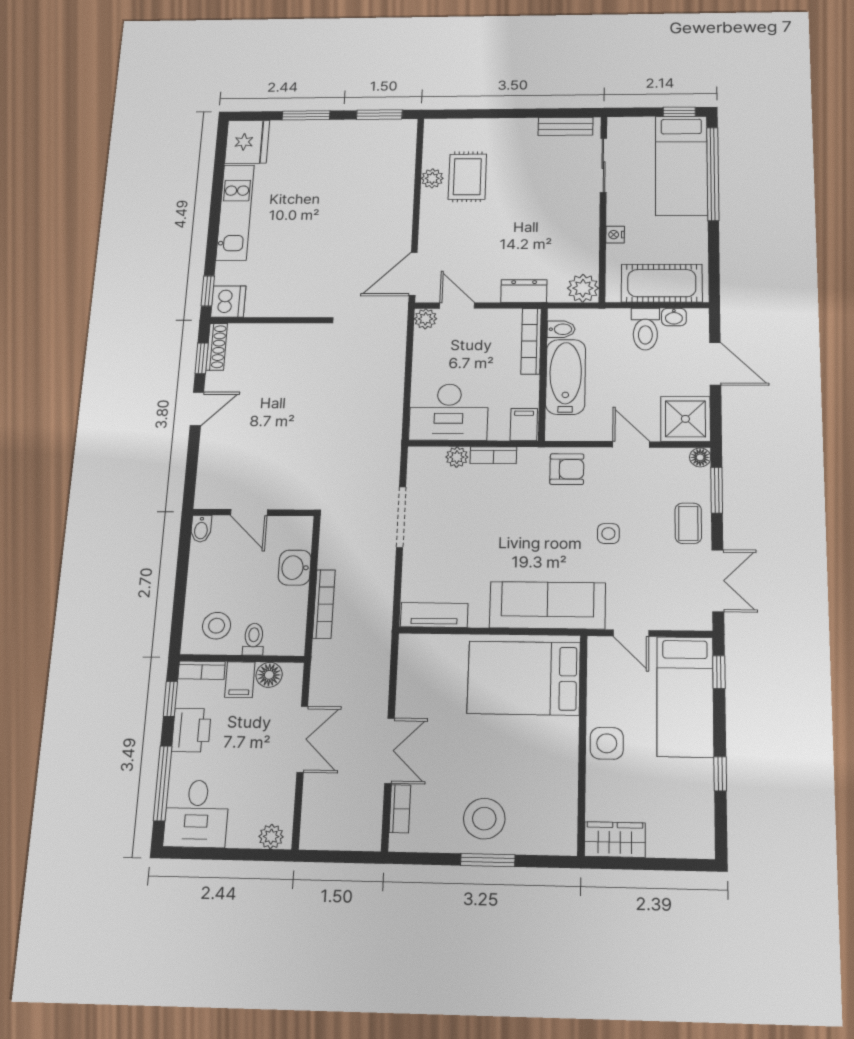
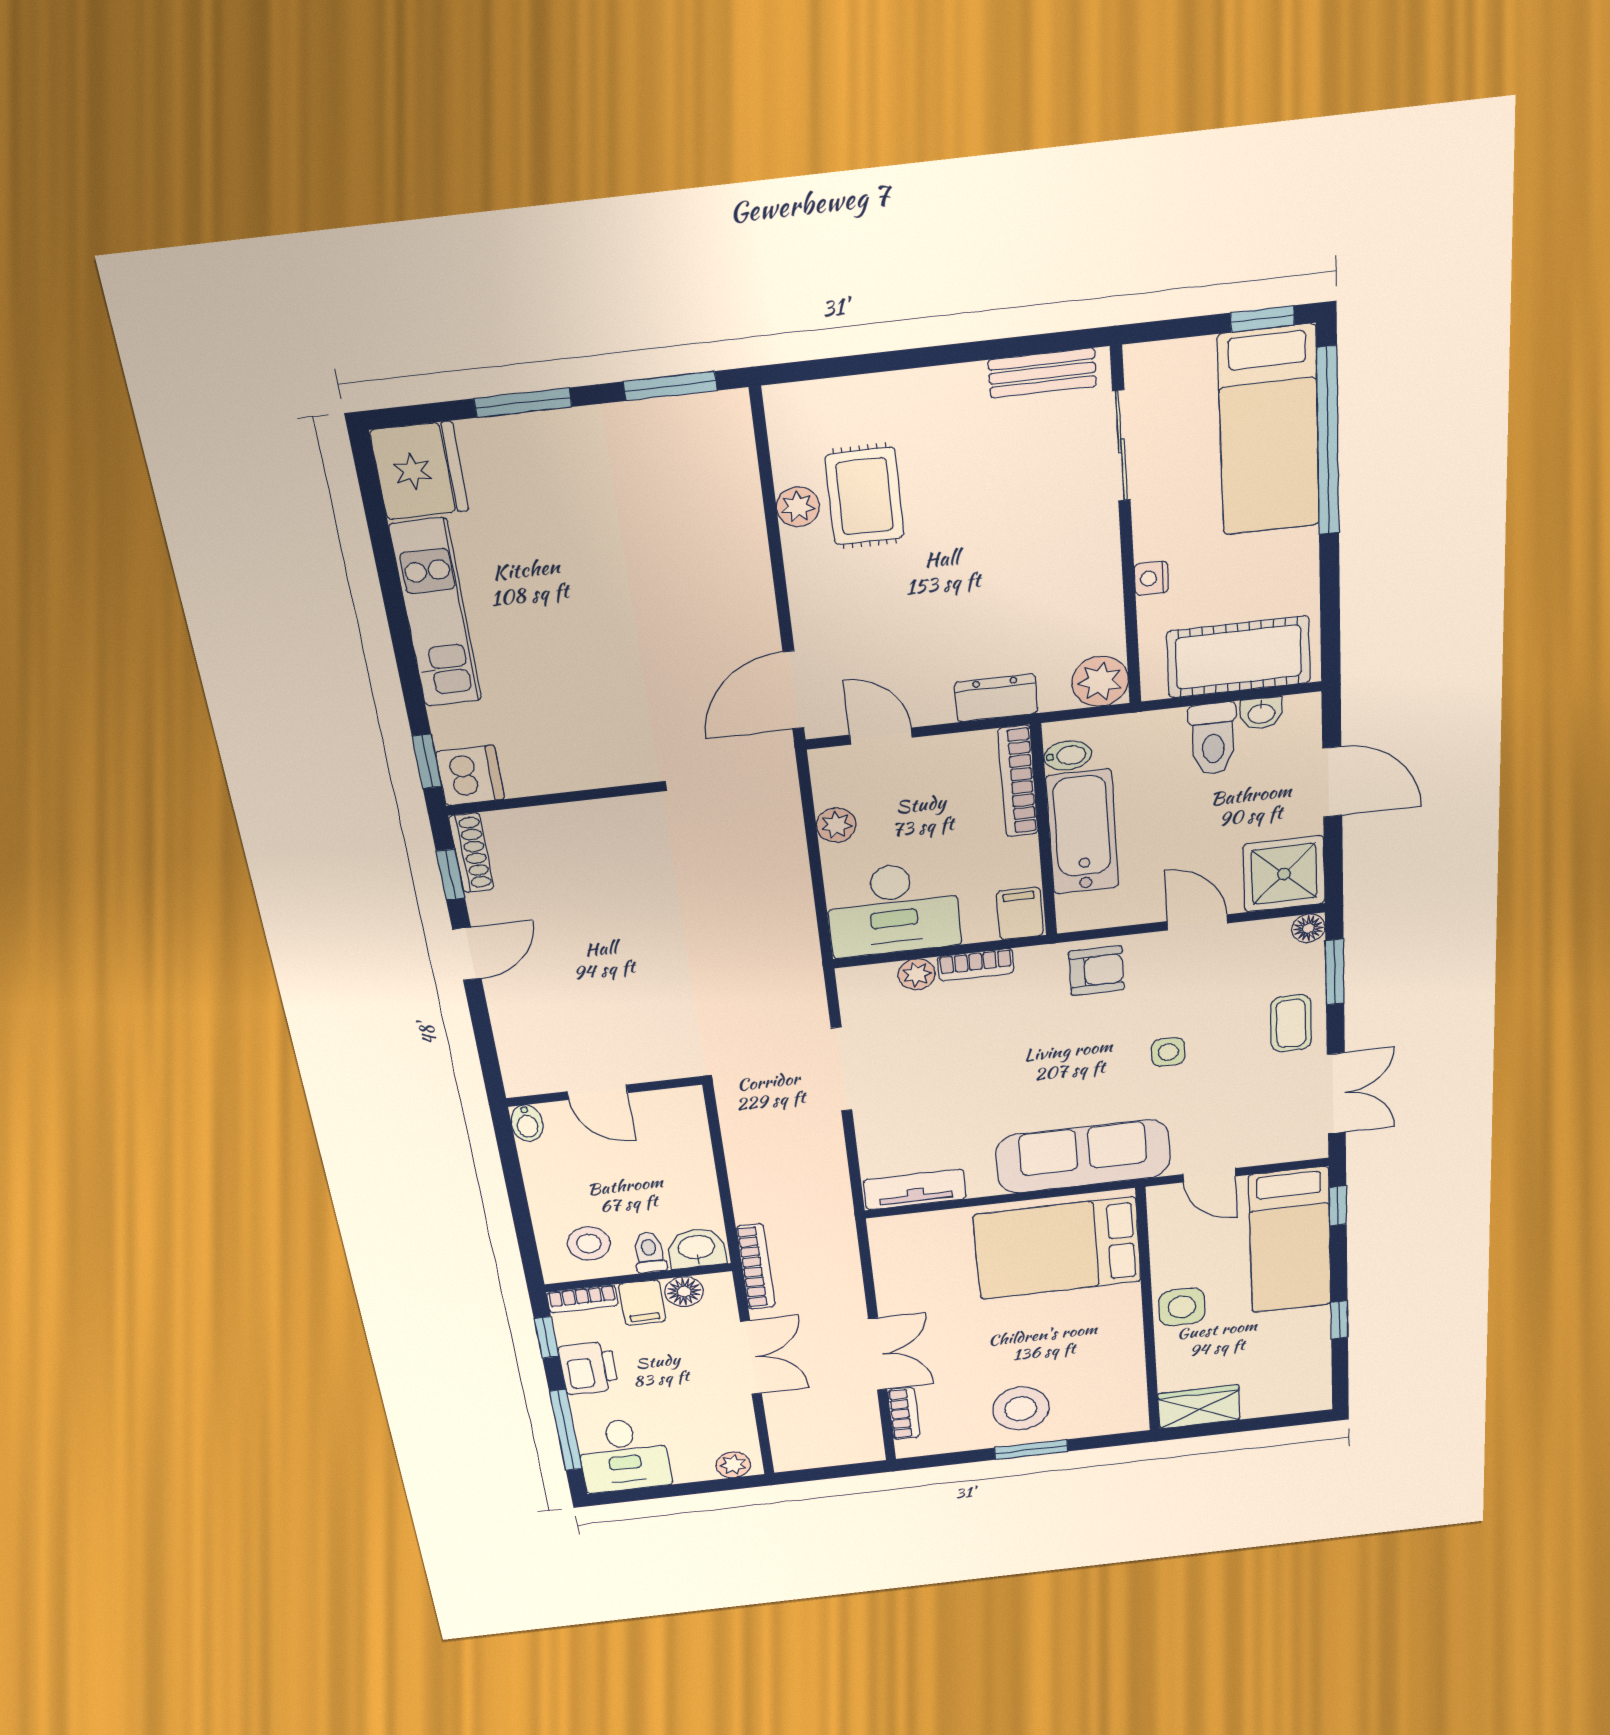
plant: (425, 319) -> (836, 825), moved
washbasin: (295, 568) -> (697, 1248), moved, turned 90
bookcase: (324, 604) -> (756, 1267), moved

